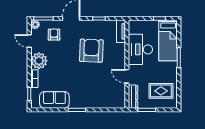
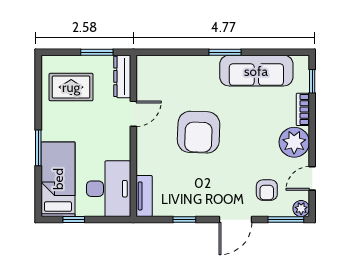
door: (29, 41) -> (312, 178), swing flipped
desk: (140, 49) -> (109, 189), moved
armchair: (91, 51) -> (199, 132), moved
door: (127, 76) -> (133, 114), hinge flipped
sofa: (54, 100) -> (256, 71), width x1.36

